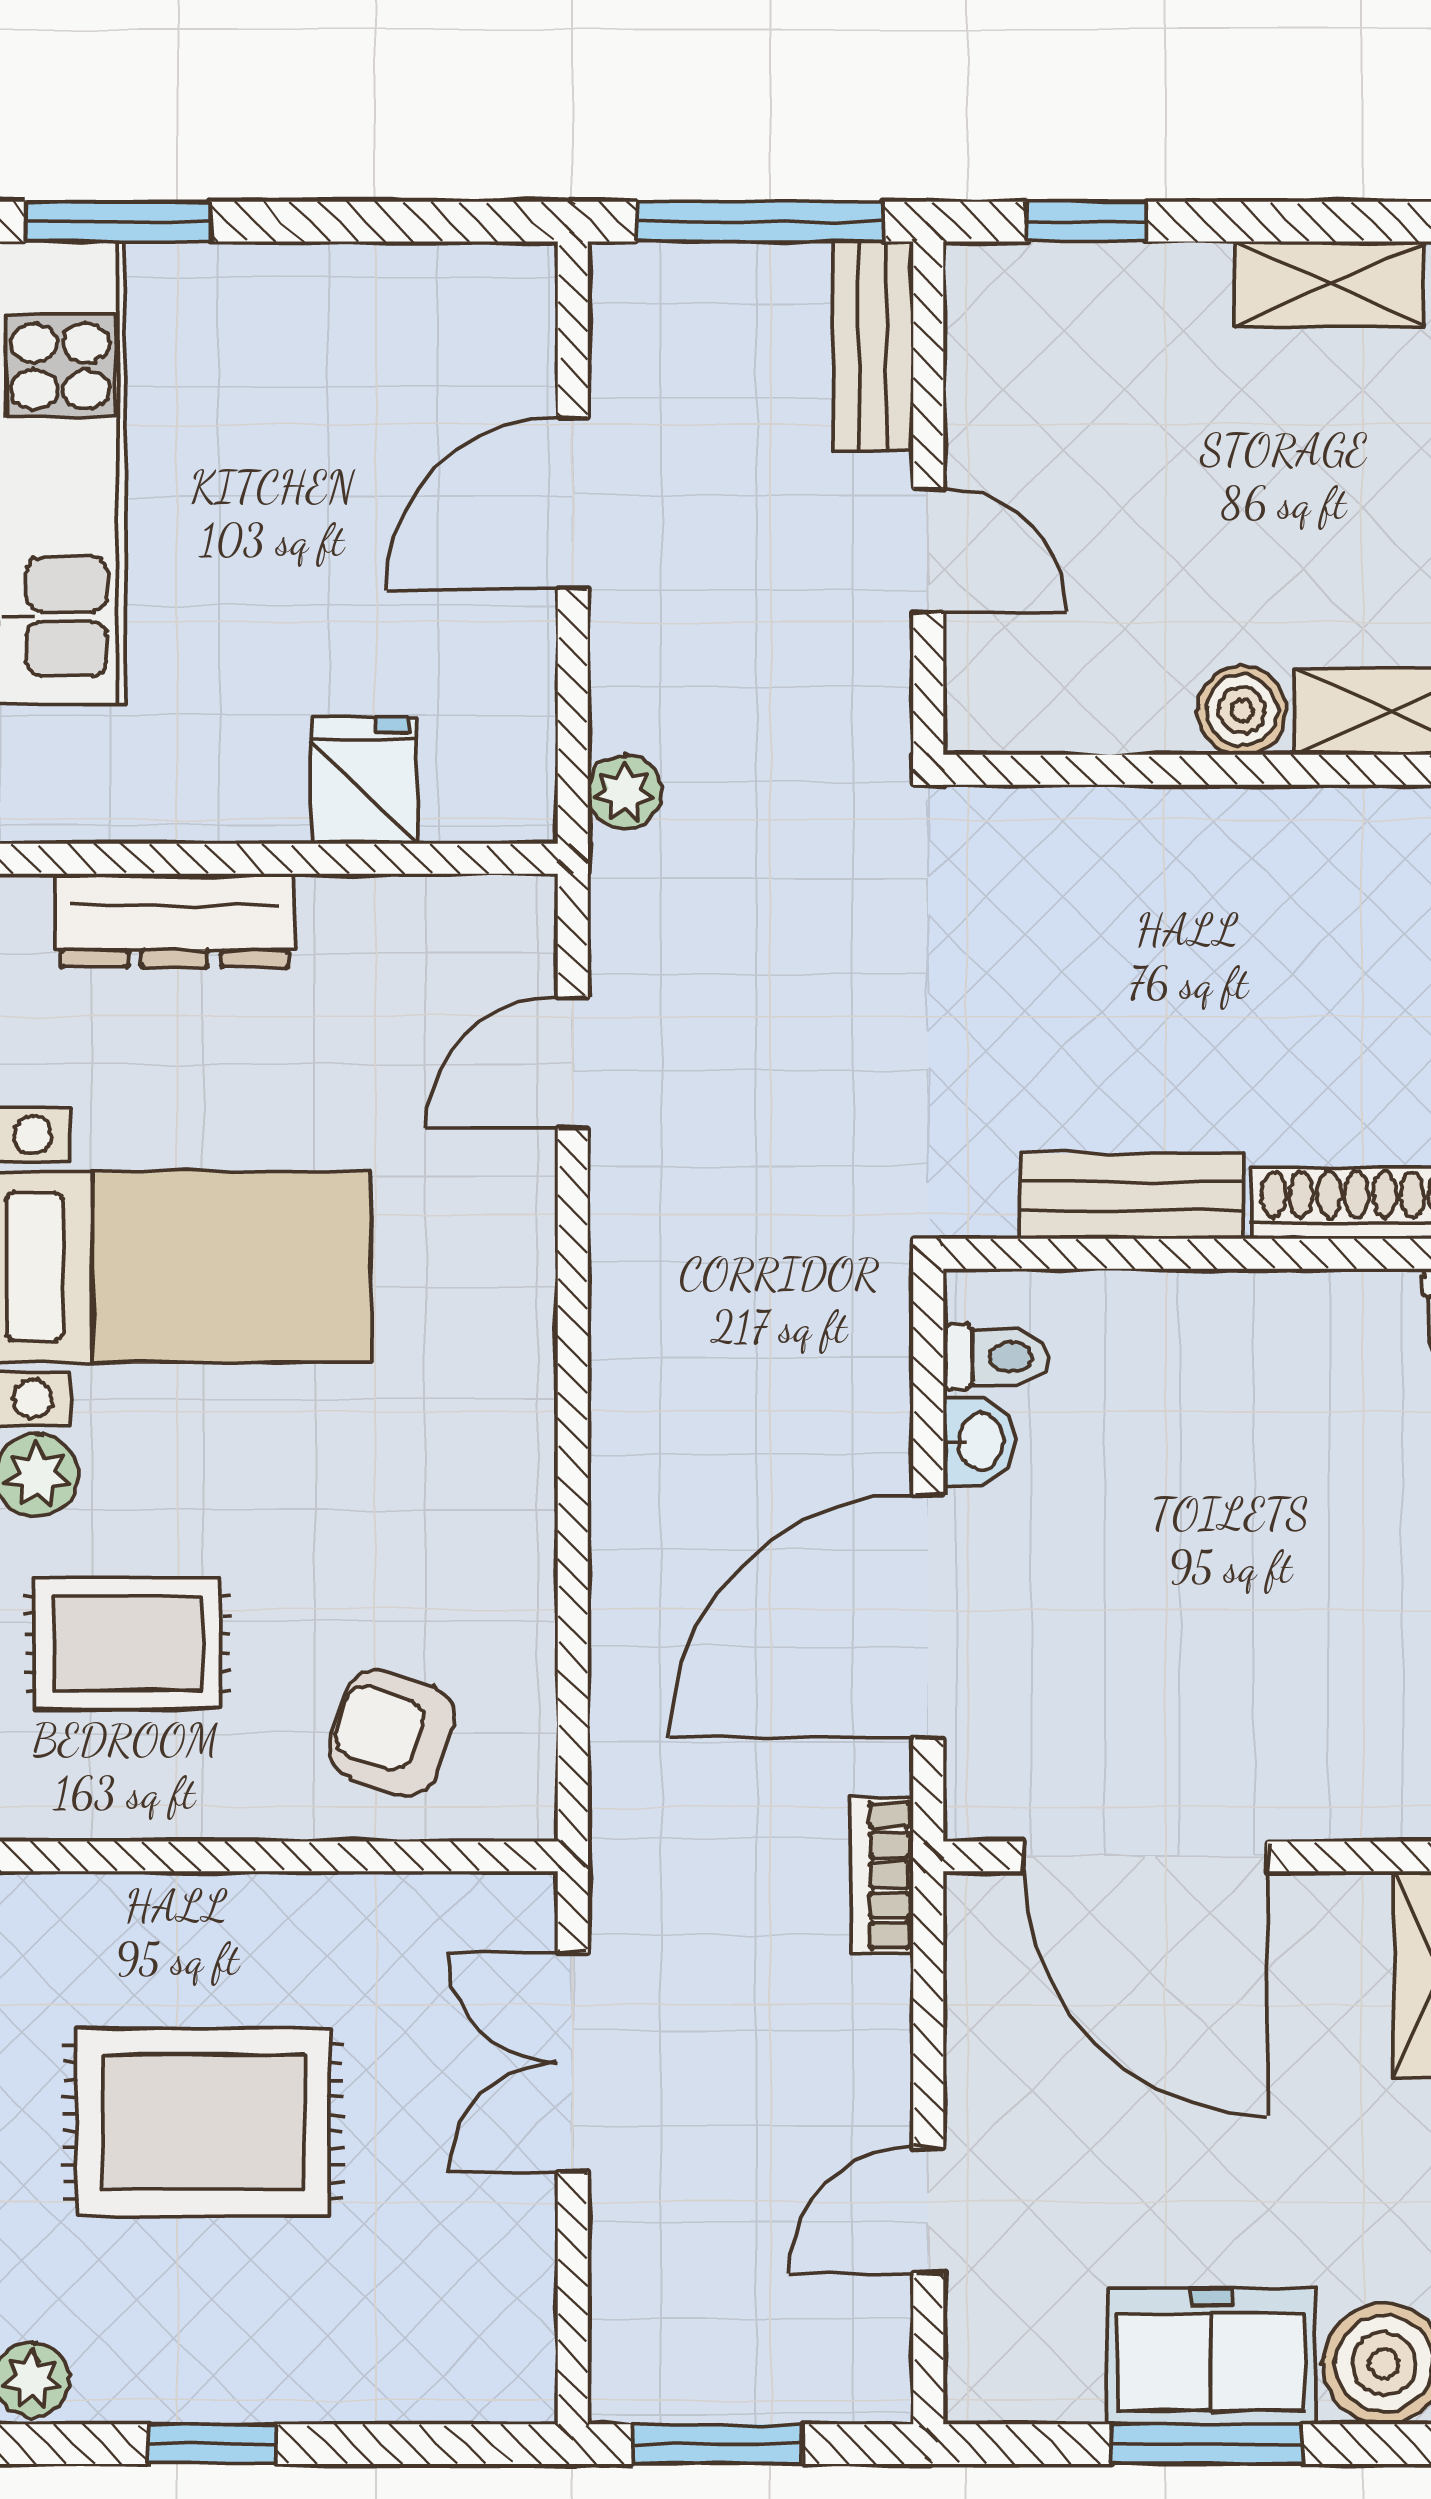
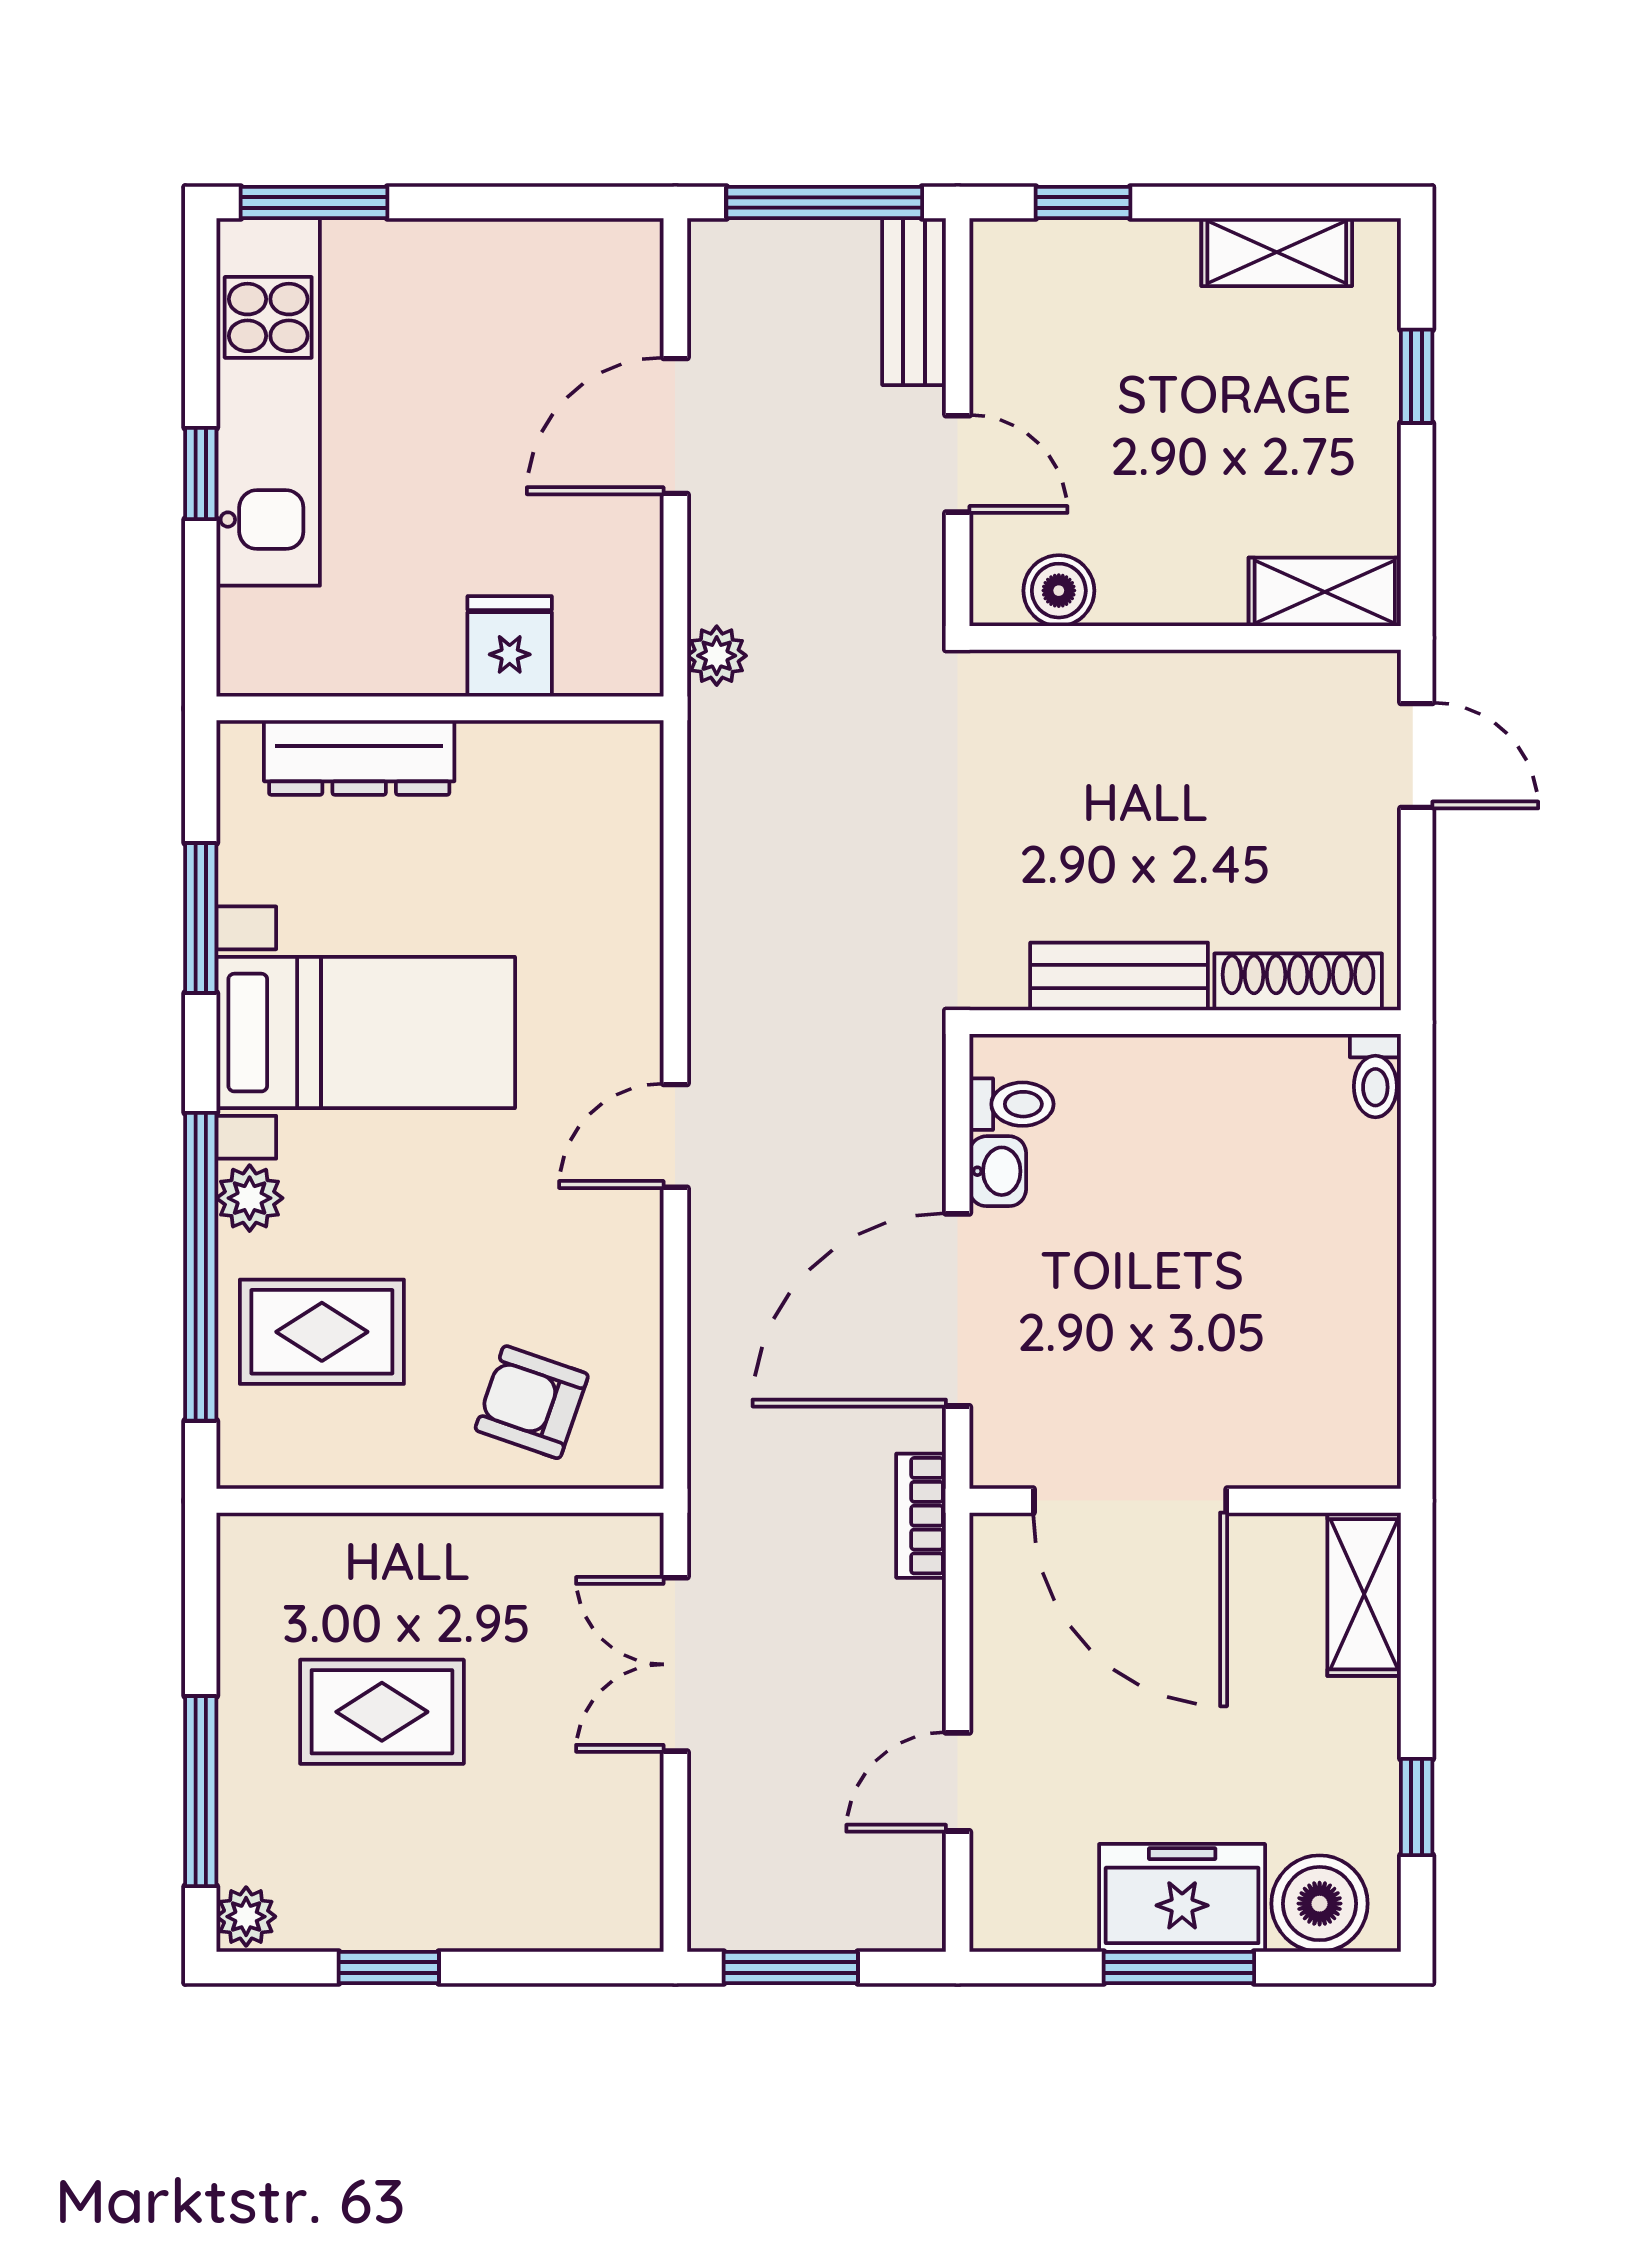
boiler: (1242, 710) -> (1059, 591), moved
door: (573, 1063) -> (675, 1136), moved
rug: (203, 2122) -> (382, 1712), width x0.73, depth x0.70

